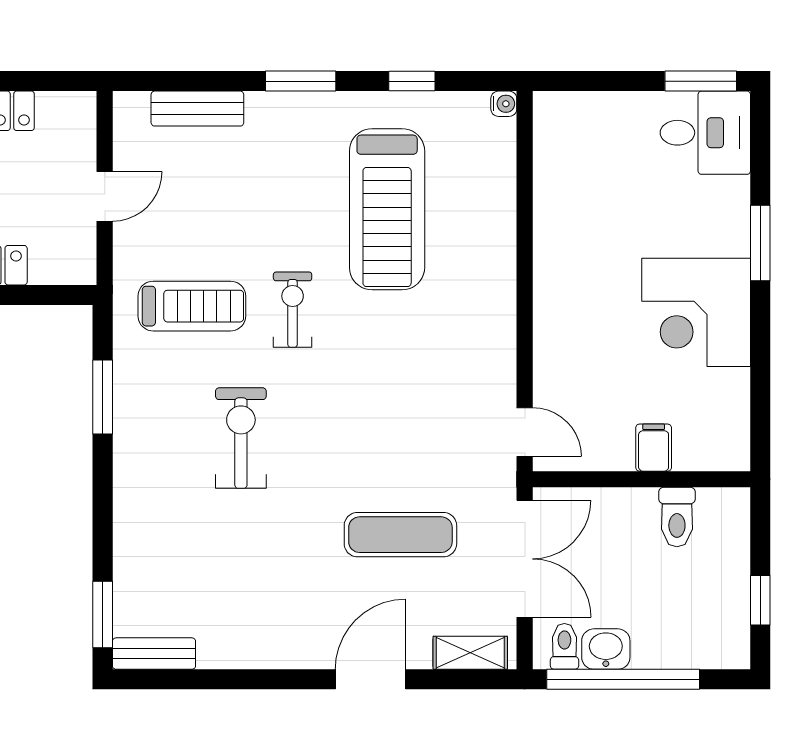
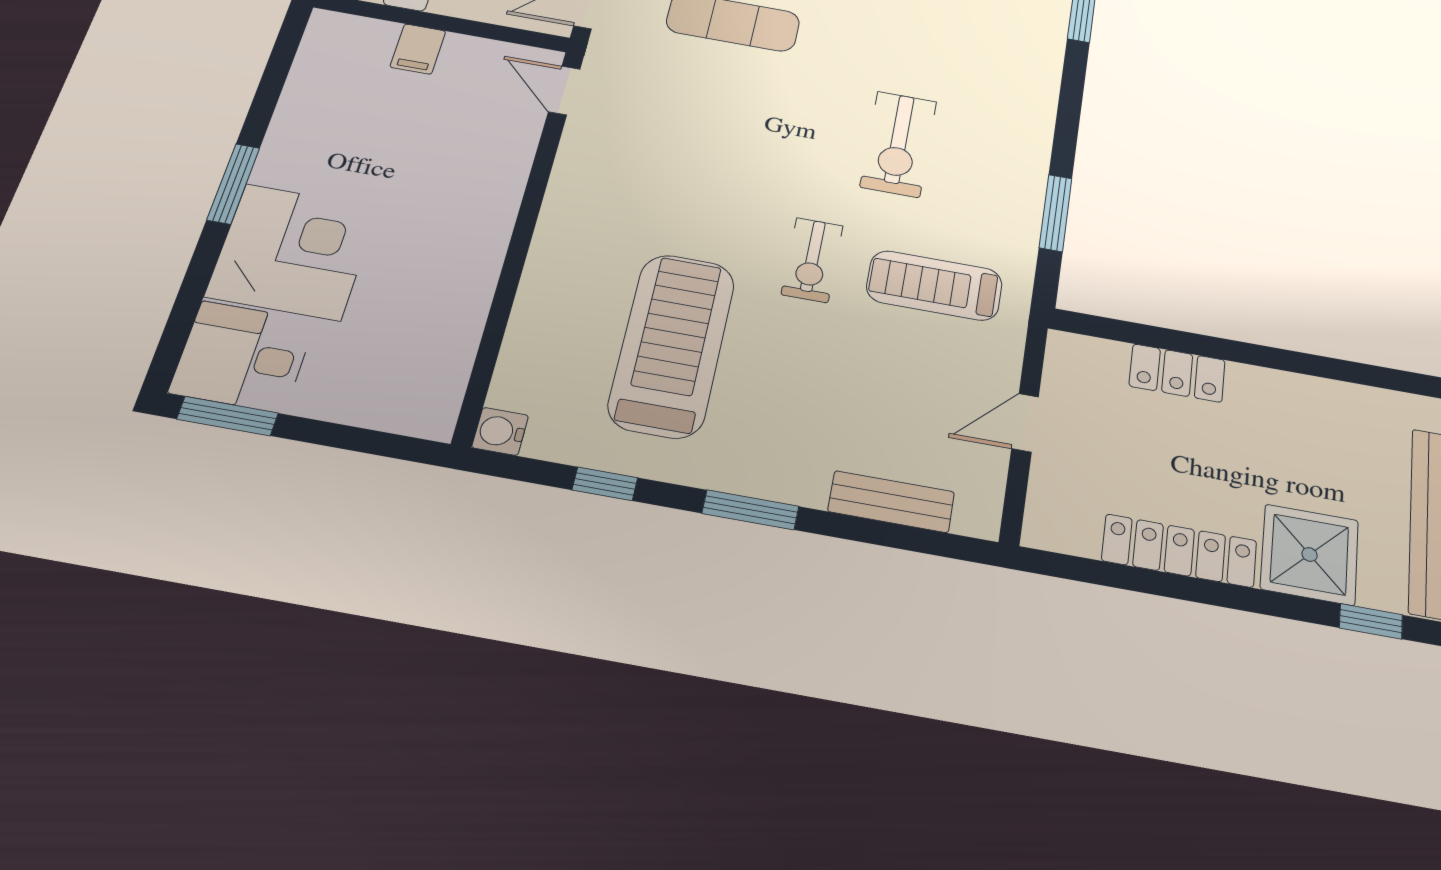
water cooler: (504, 104) -> (500, 431), width x1.38, depth x1.38
window: (760, 243) -> (233, 184), moved
corner desk: (696, 312) -> (293, 252), moved

